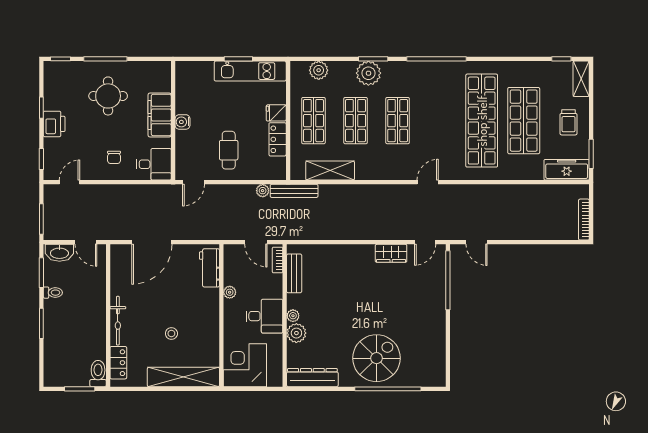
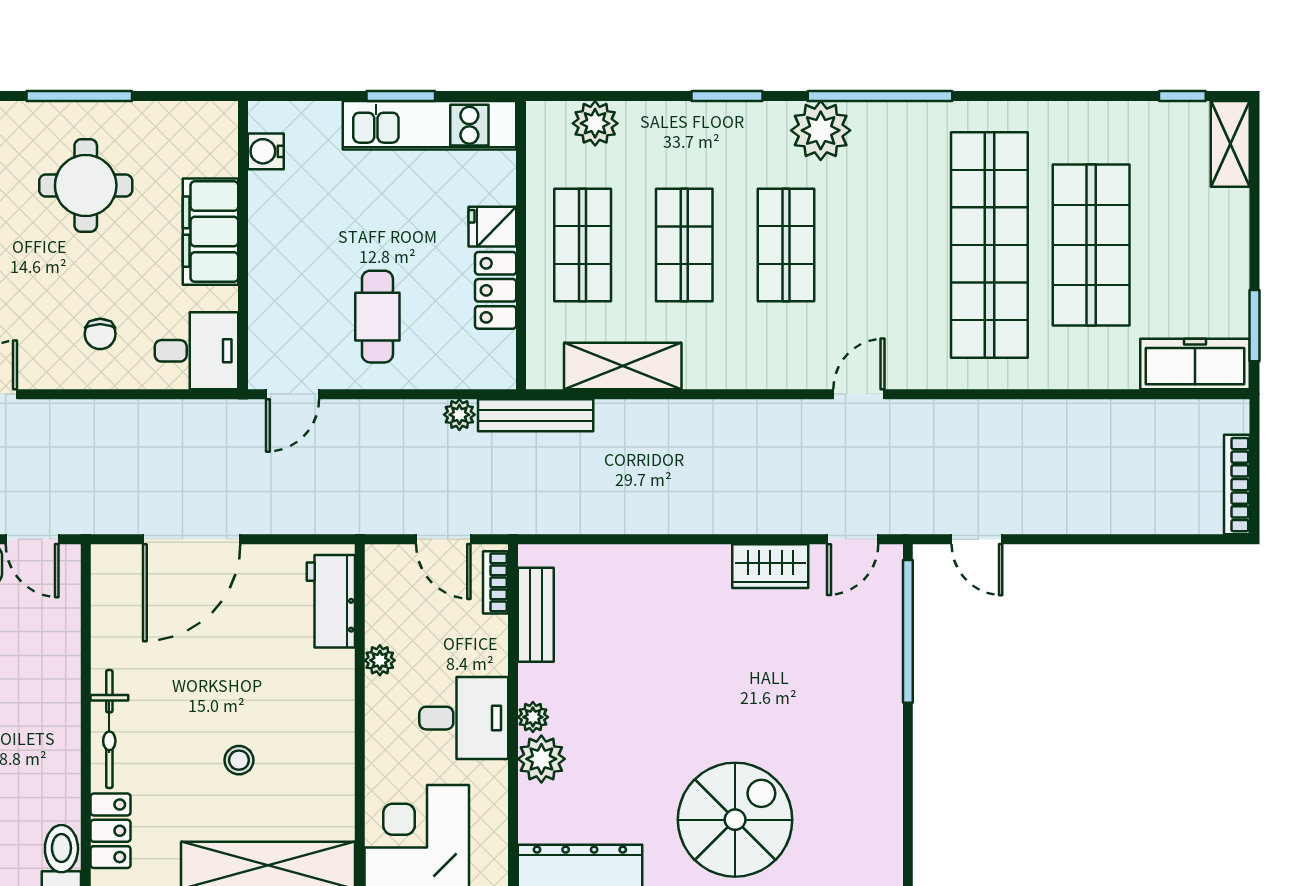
plant: (368, 73) -> (821, 130), moved
water cooler: (183, 122) -> (266, 151), moved
trolley: (569, 122) -> (1200, 249), removed

